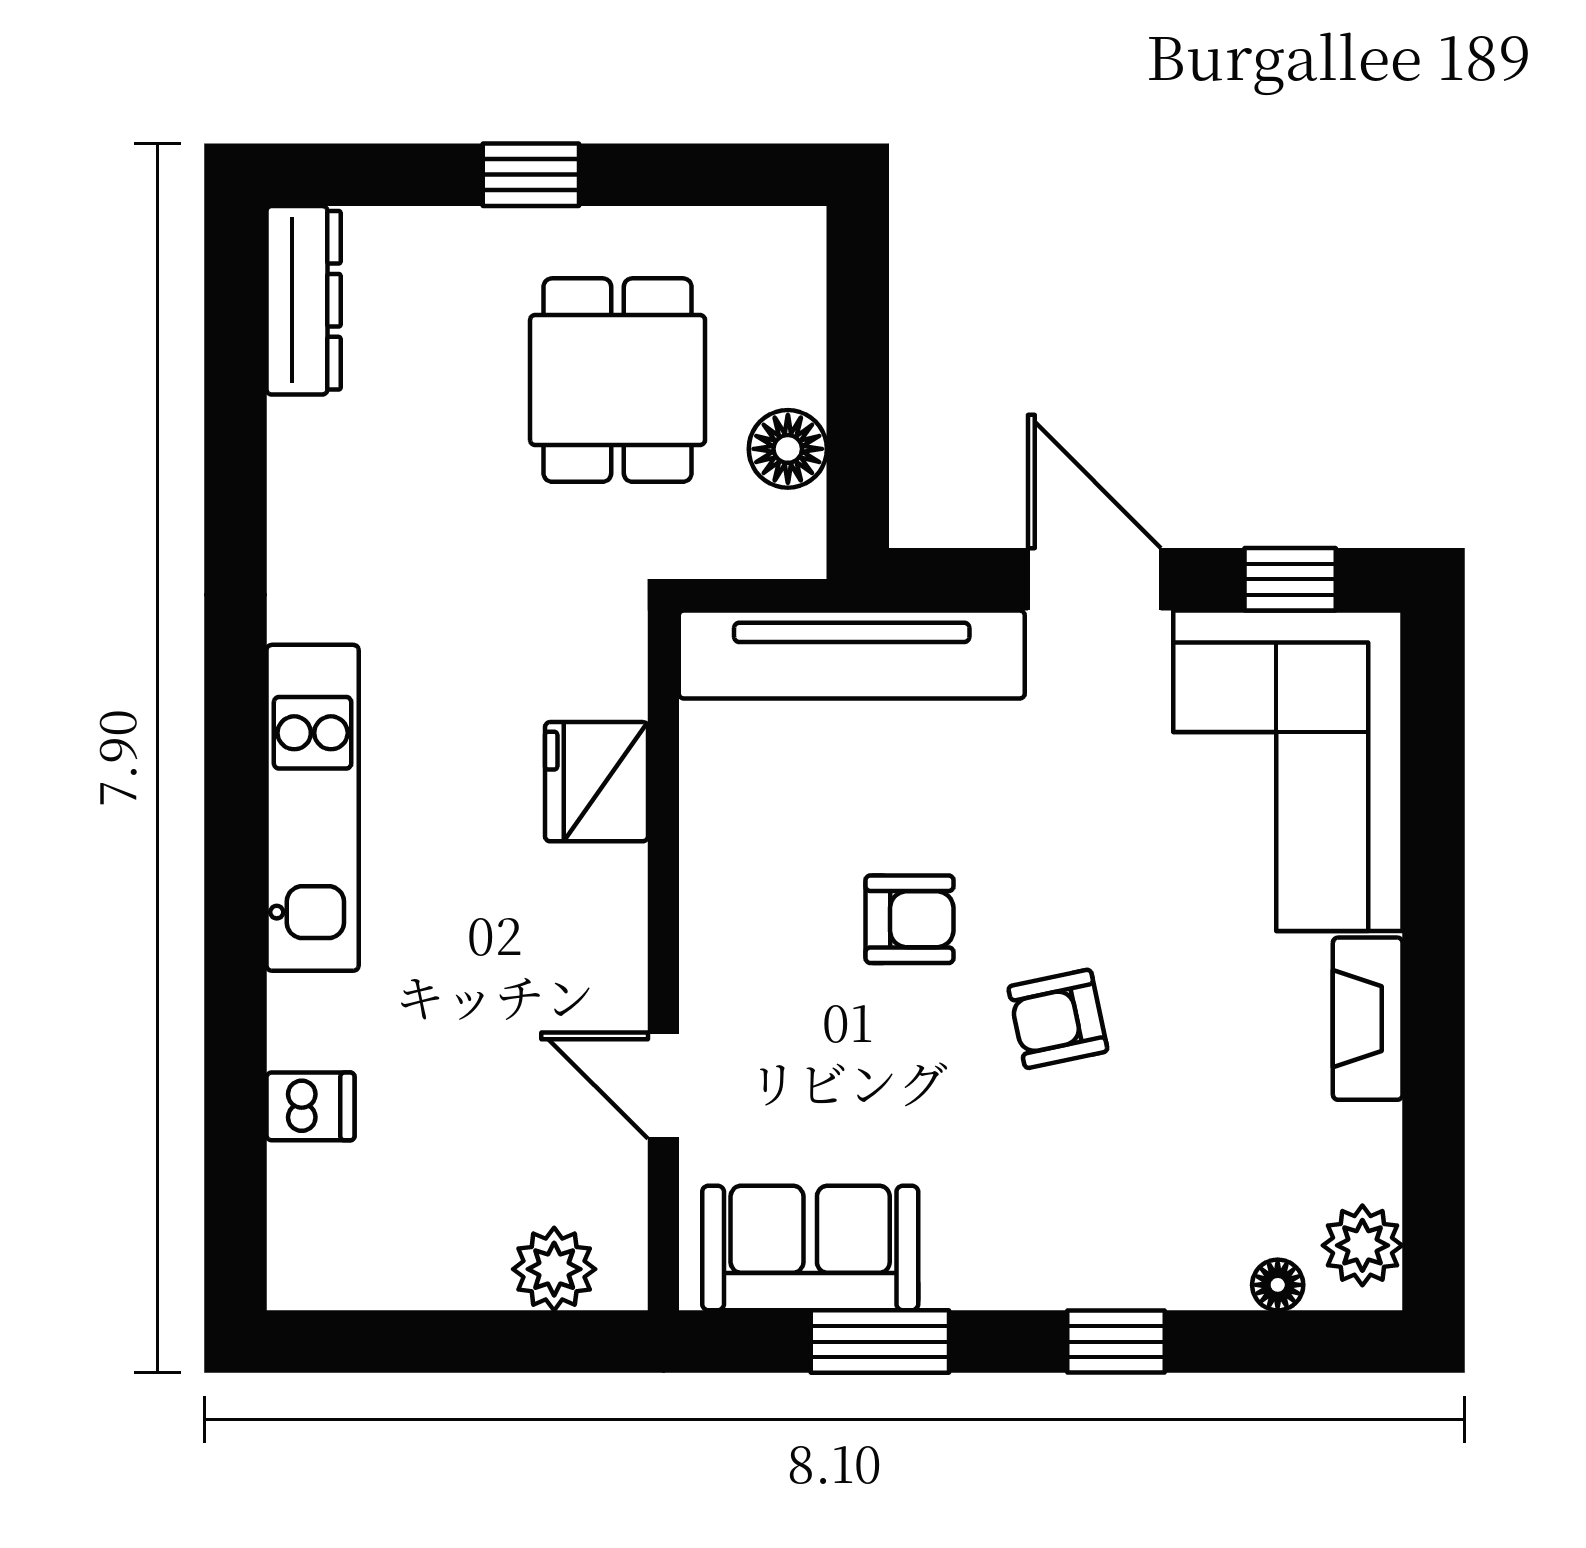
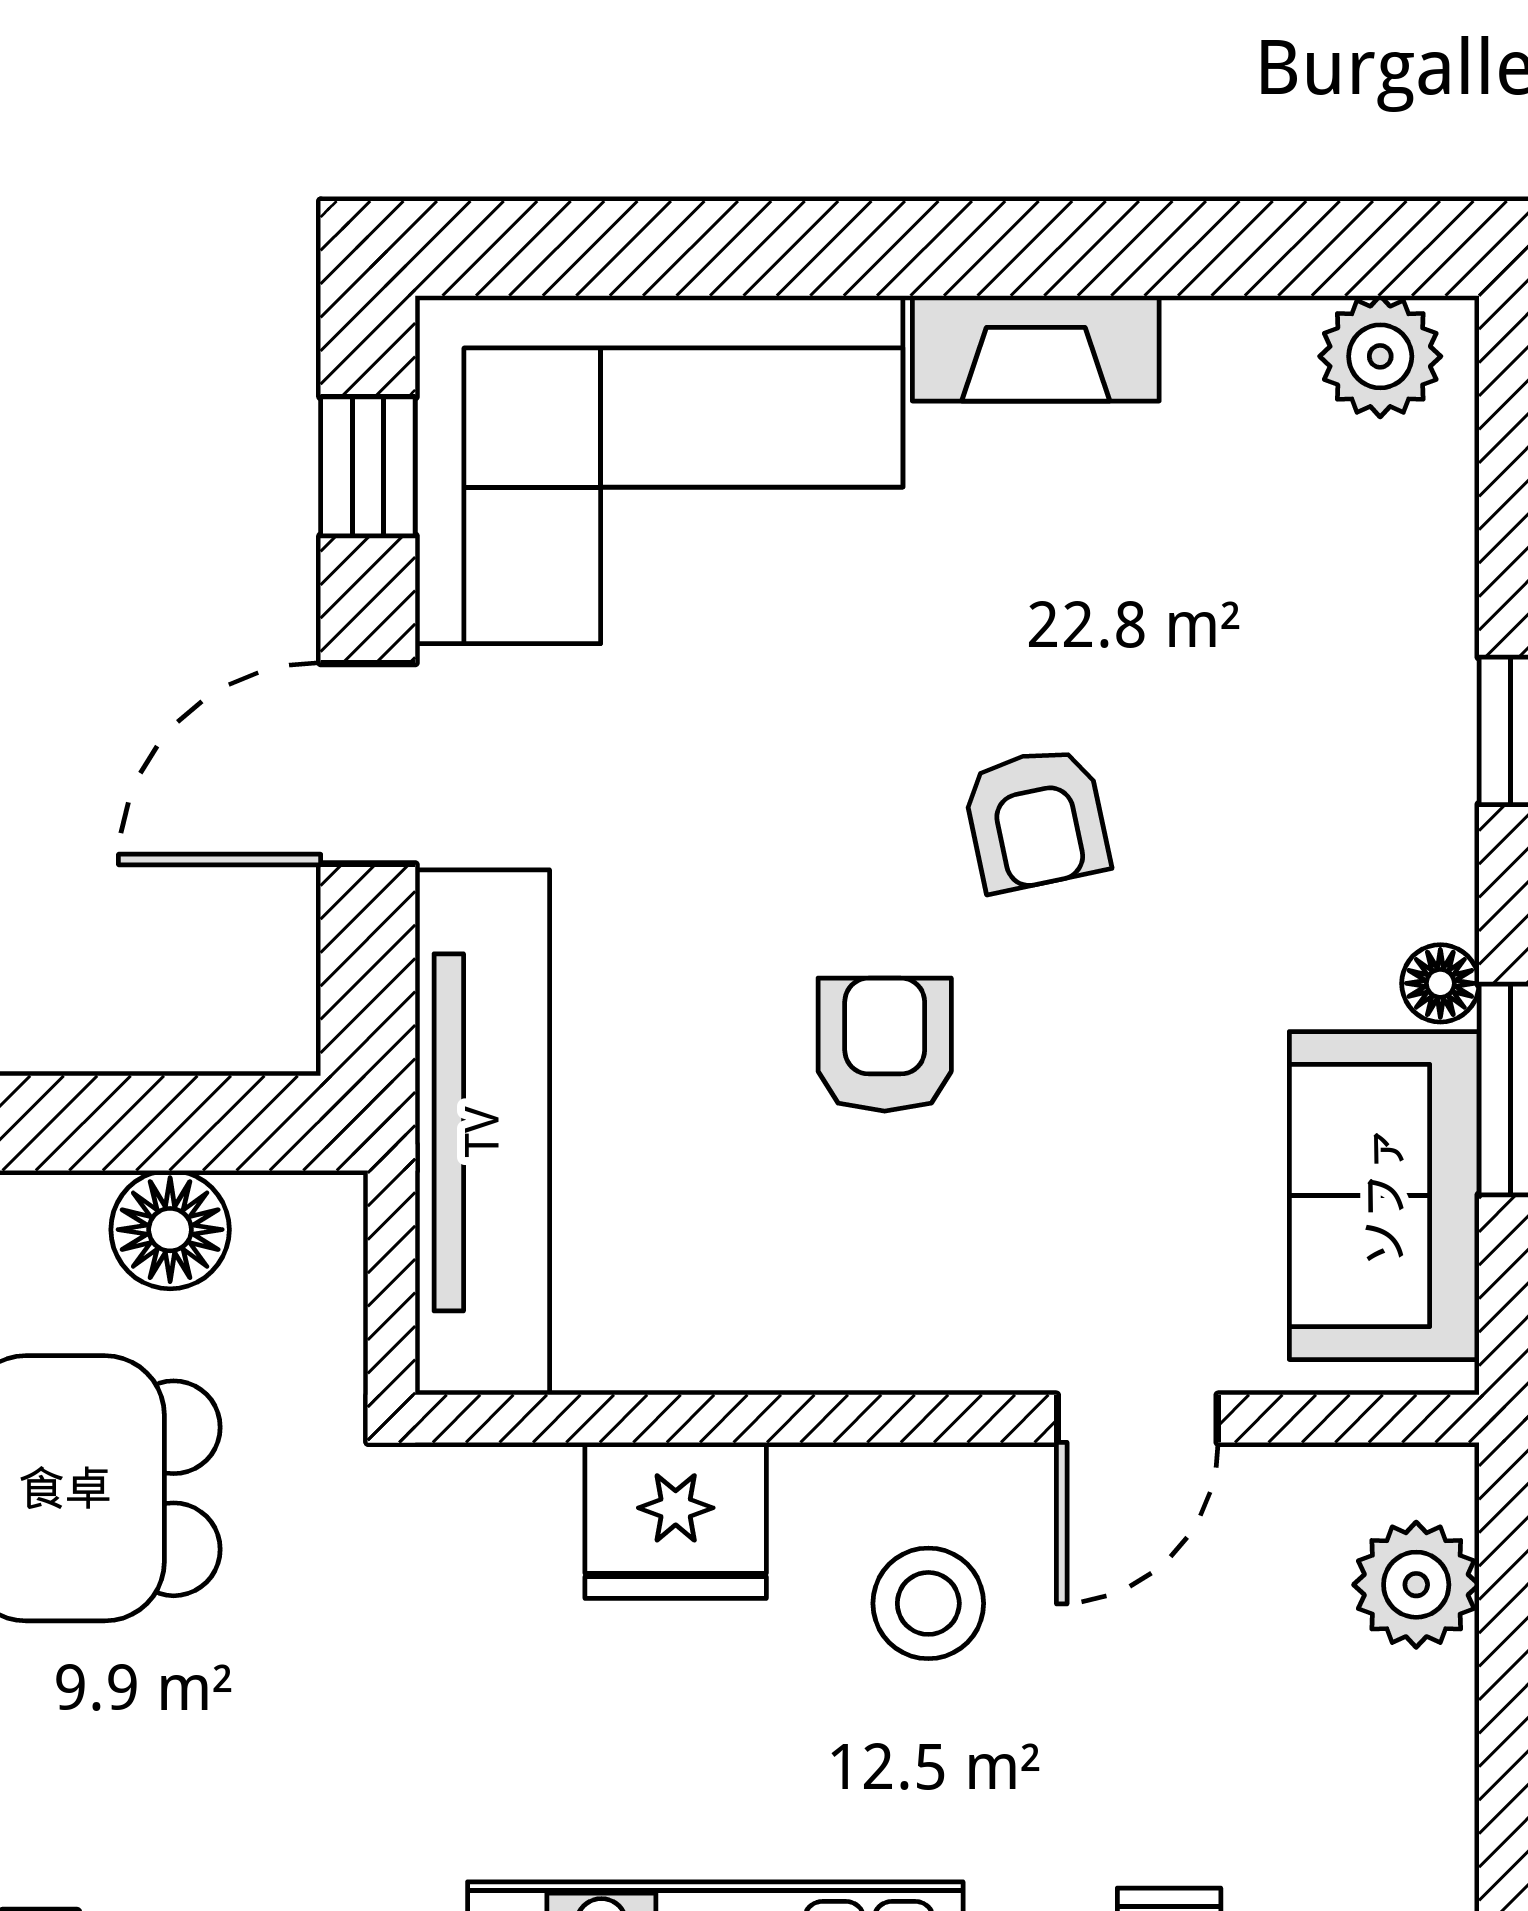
stool: (542, 948) -> (928, 1603), added
floor lamp: (1278, 1285) -> (1440, 983), moved

